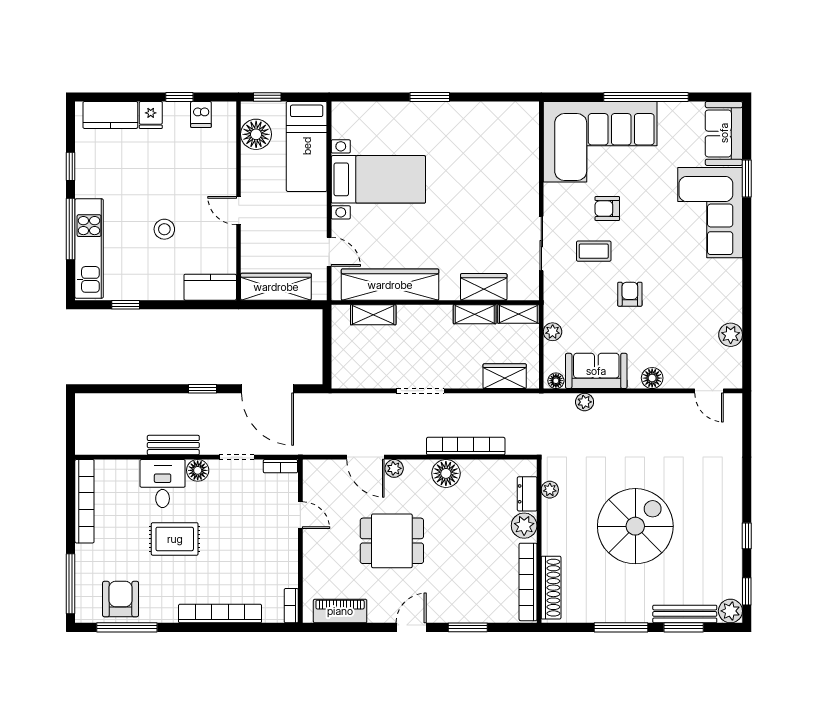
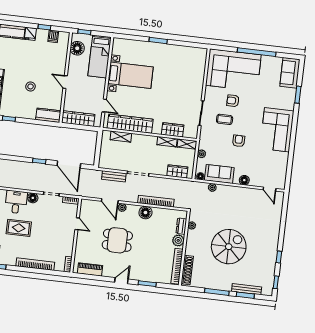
corner sofa: (710, 213) -> (277, 130), moved
plant: (731, 335) -> (282, 165), removed
bench: (173, 445) -> (114, 176), moved
plant: (730, 611) -> (267, 290), removed

